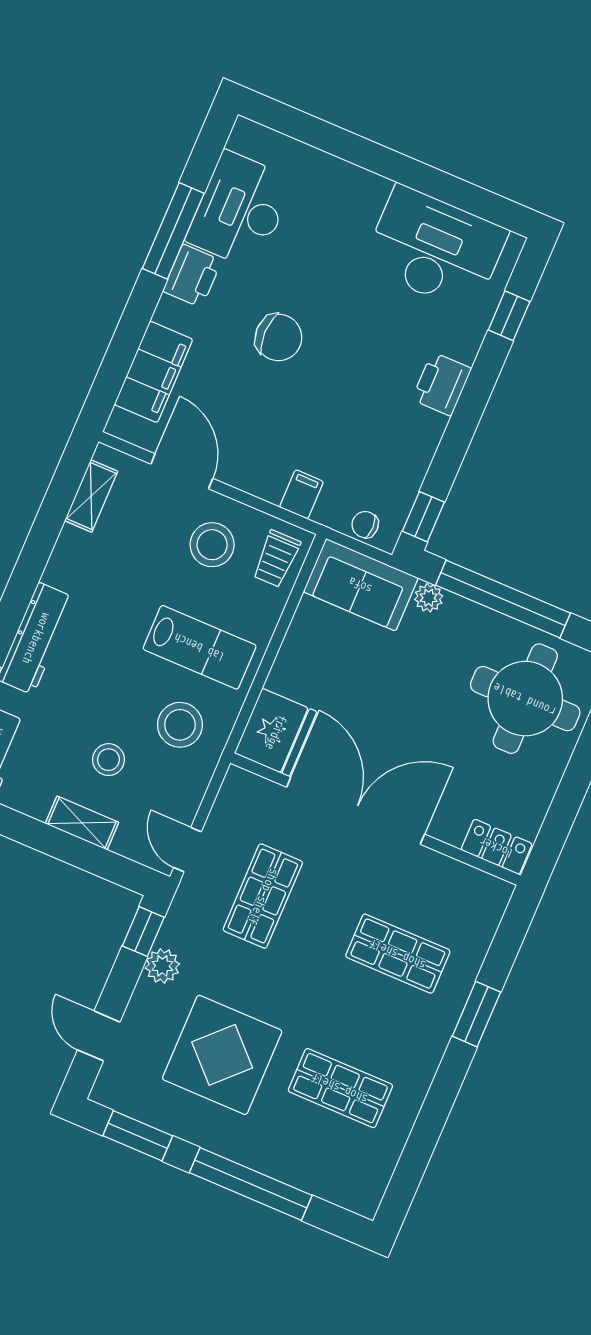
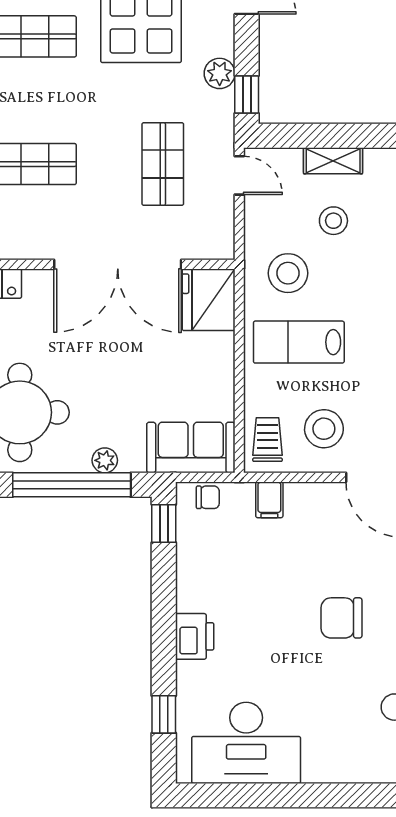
plant: (429, 598) -> (105, 460), moved

